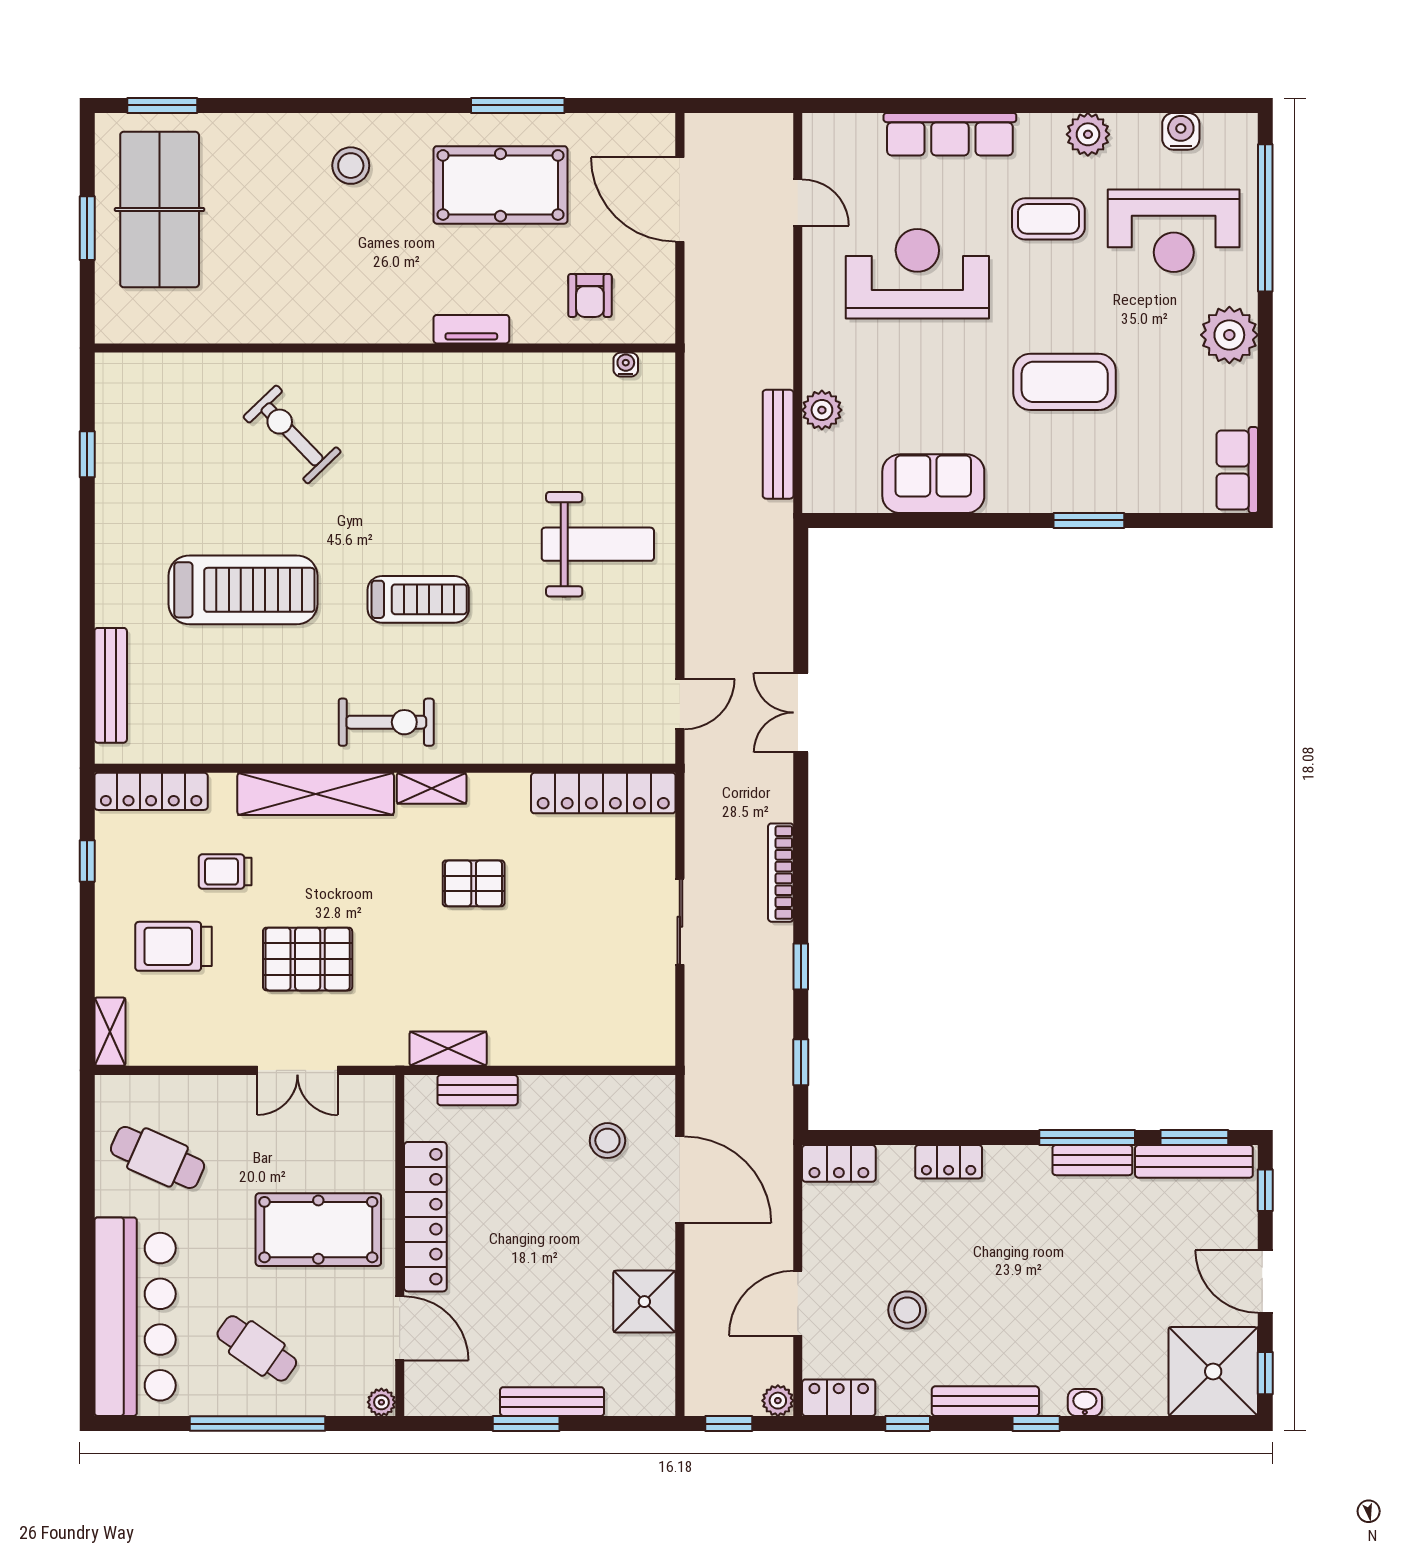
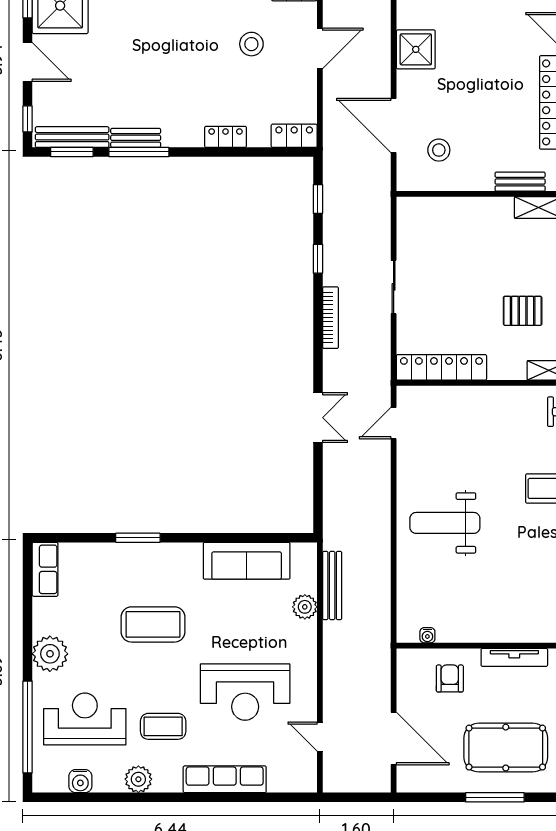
tv unit: (471, 329) -> (514, 657), width x1.41
sofa: (933, 484) -> (247, 561), width x1.36

